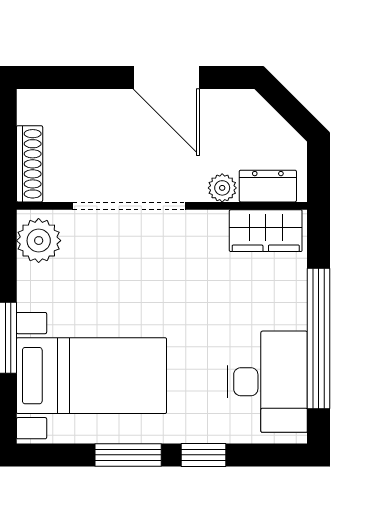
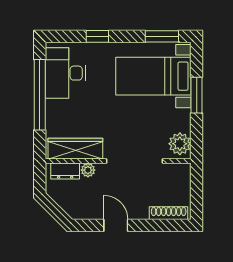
door: (166, 77) -> (116, 225), width x0.73
shoe rack: (30, 164) -> (169, 213), moved, turned 90
wardrobe: (266, 231) -> (75, 149), width x1.50
window: (128, 455) -> (162, 36), moved

